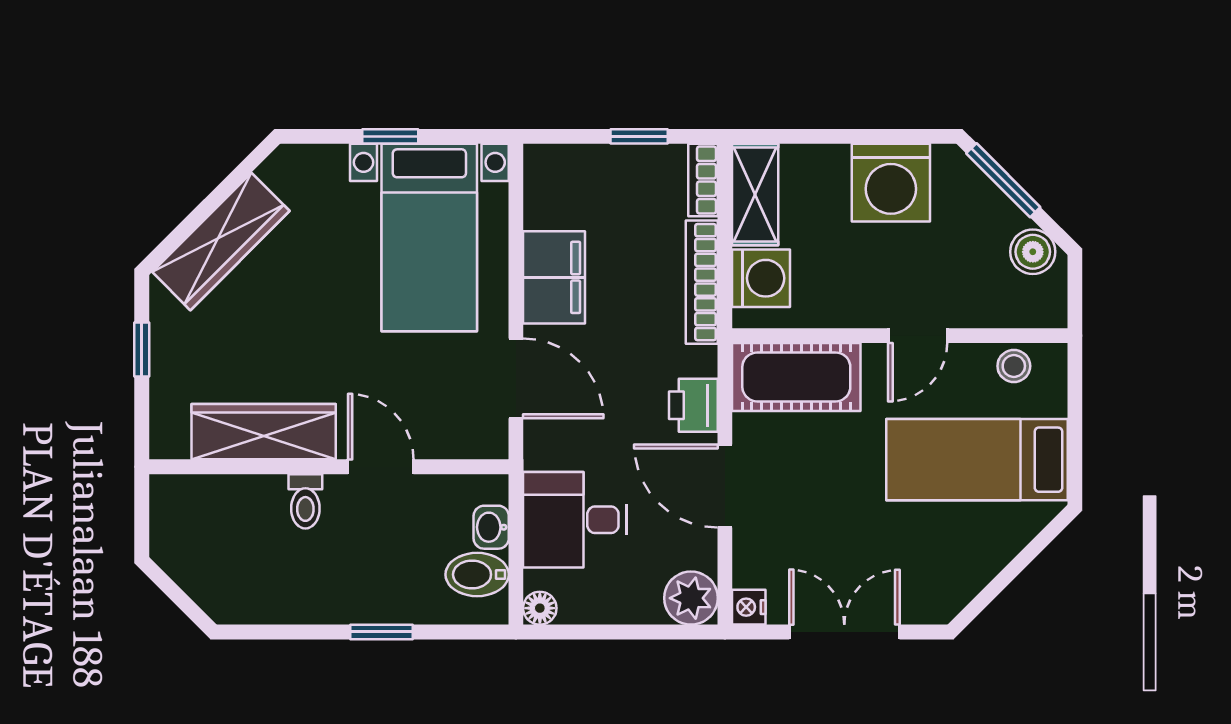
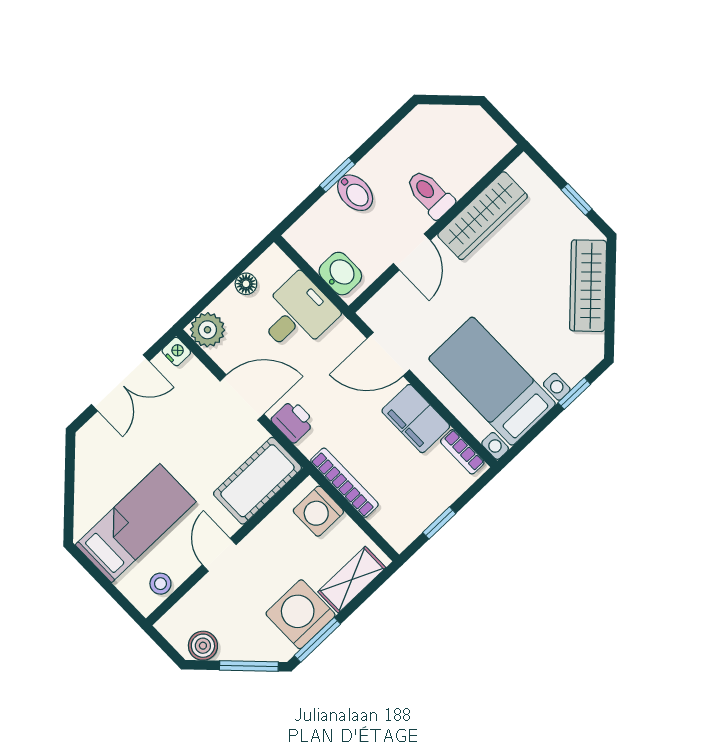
window: (390, 136) -> (574, 393), moved
window: (899, 136) -> (317, 640), added
bookcase: (703, 180) -> (462, 452), moved, turned 180
shelving: (755, 195) -> (352, 580), moved, turned 90
door: (381, 467) -> (412, 252), hinge flipped
toilet: (305, 501) -> (430, 194), width x1.37, depth x1.39
washbasin: (491, 527) -> (340, 274), width x1.38, depth x1.45
bidet: (477, 575) -> (355, 193), moved, turned 90
floor lamp: (540, 608) -> (246, 284), moved

